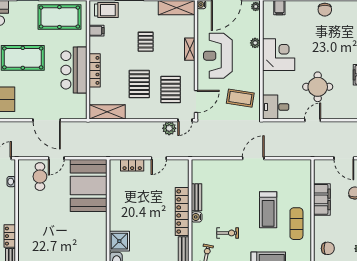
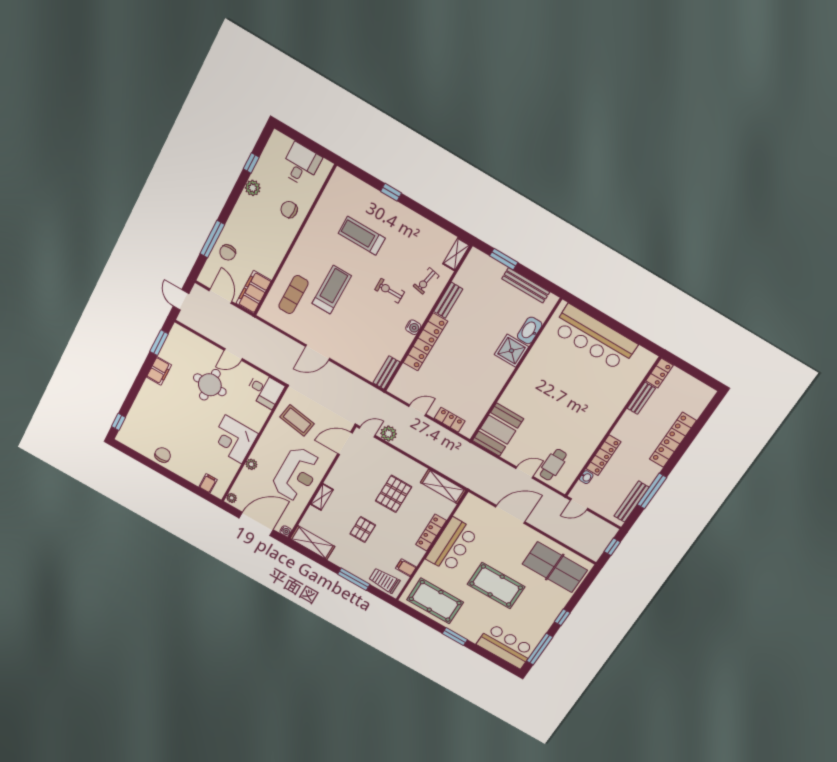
pallet: (171, 89) -> (364, 470), removed
door: (47, 120) -> (510, 514), hinge flipped
booth: (89, 186) -> (498, 430), width x0.73, depth x0.70
bench: (196, 197) -> (387, 373), moved
filing cabinet: (322, 199) -> (254, 292), moved
exercise mat: (296, 224) -> (293, 295), moved
locker: (10, 236) -> (603, 455), moved, width x1.53

